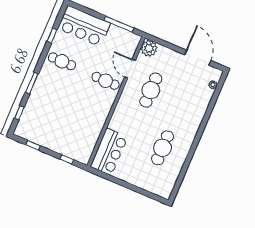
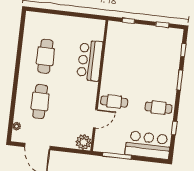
door: (130, 69) -> (95, 119), hinge flipped
cafe table: (151, 90) -> (40, 101), moved
bar counter: (109, 152) -> (90, 60), moved

